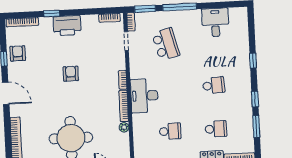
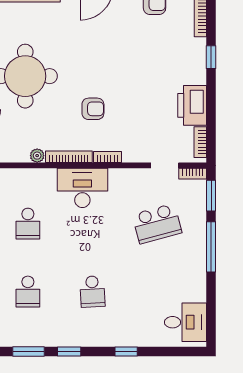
desk: (215, 22) -> (186, 322), moved
printer: (67, 25) -> (192, 105), moved
armchair: (71, 74) -> (93, 109), moved

